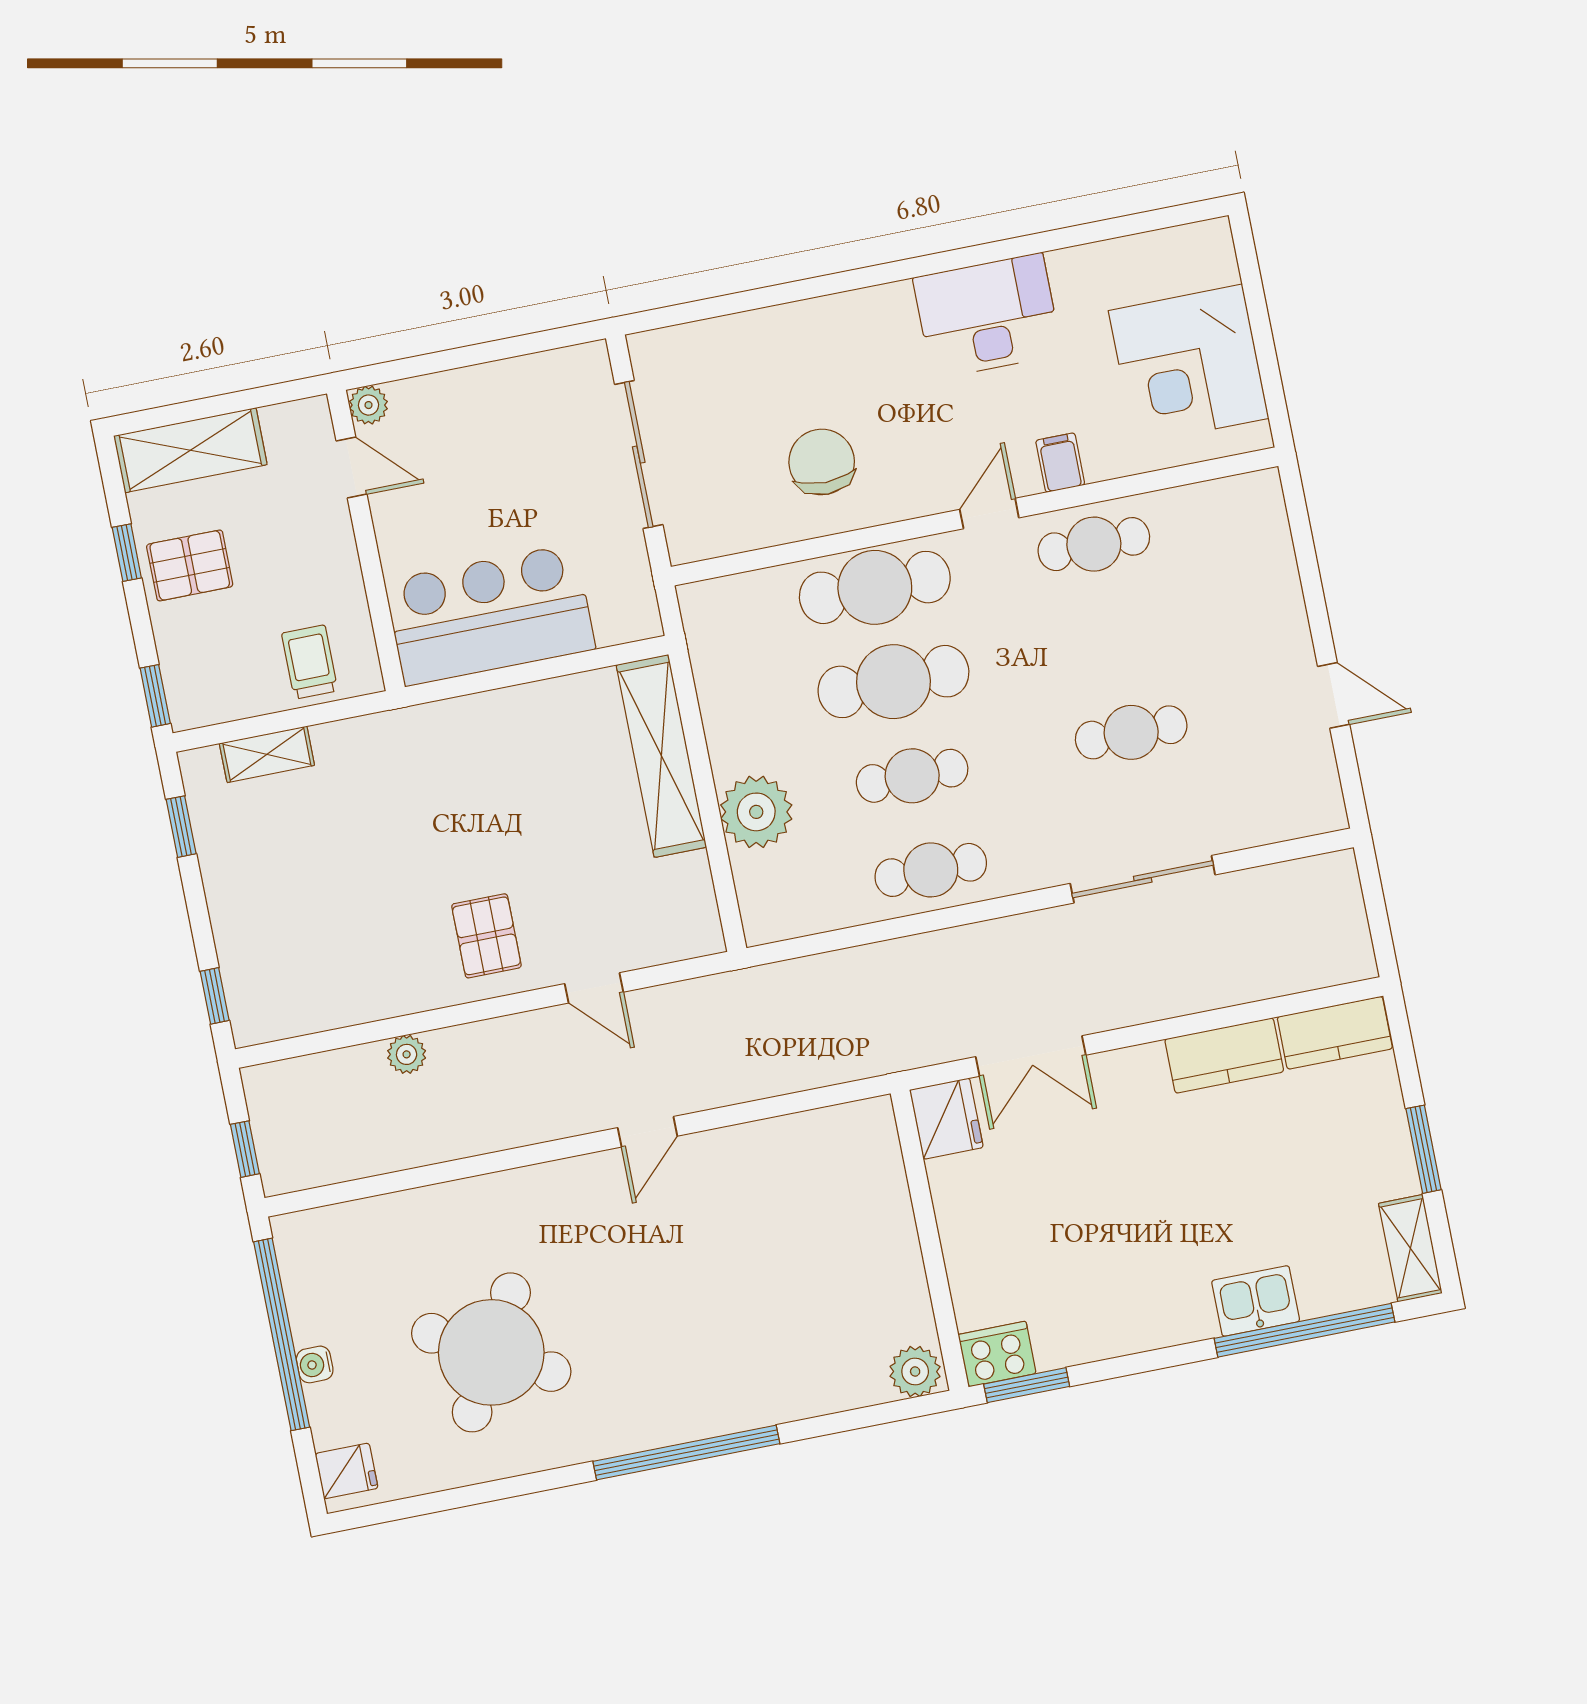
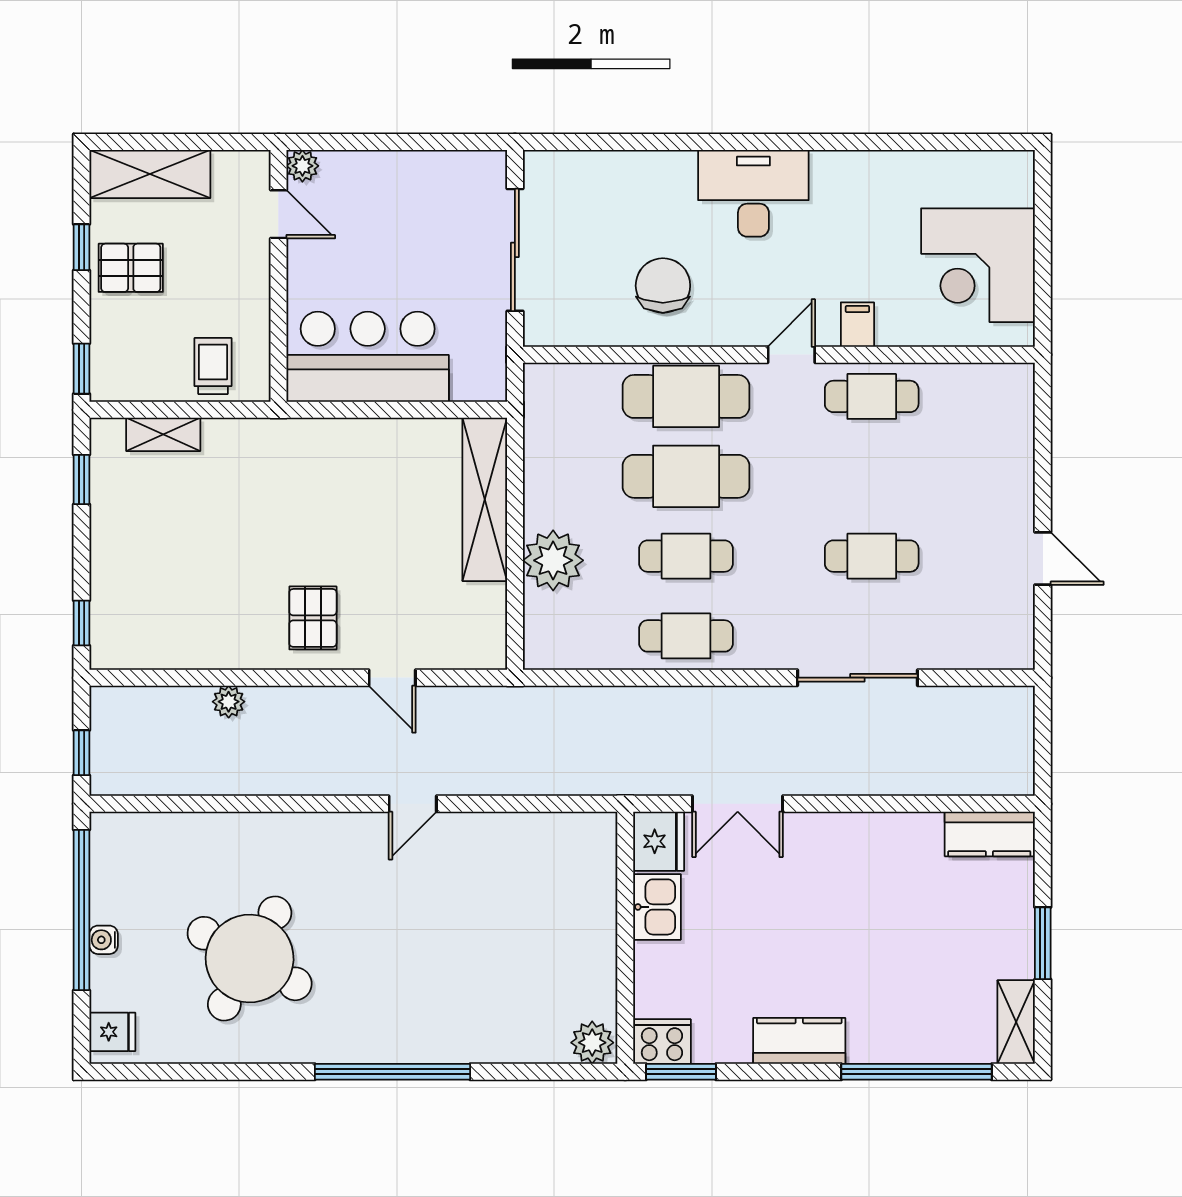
desk: (987, 316) -> (753, 193), moved
kitchen counter: (1224, 1056) -> (799, 1041), moved, turned 180
kitchen sink: (1256, 1301) -> (657, 907), moved, turned 90

